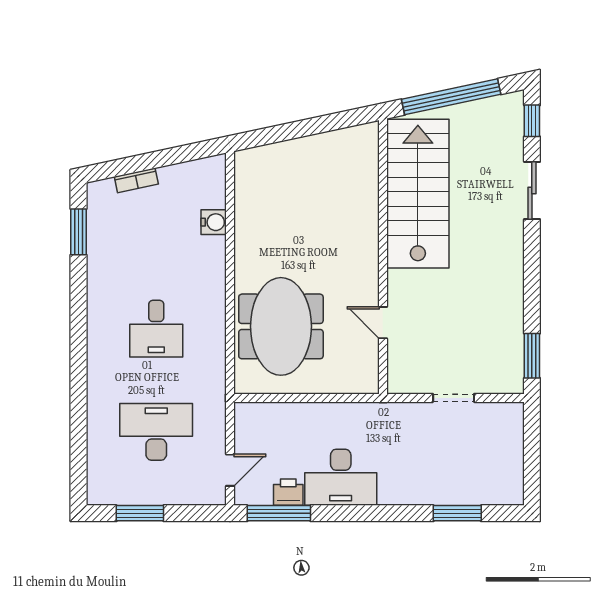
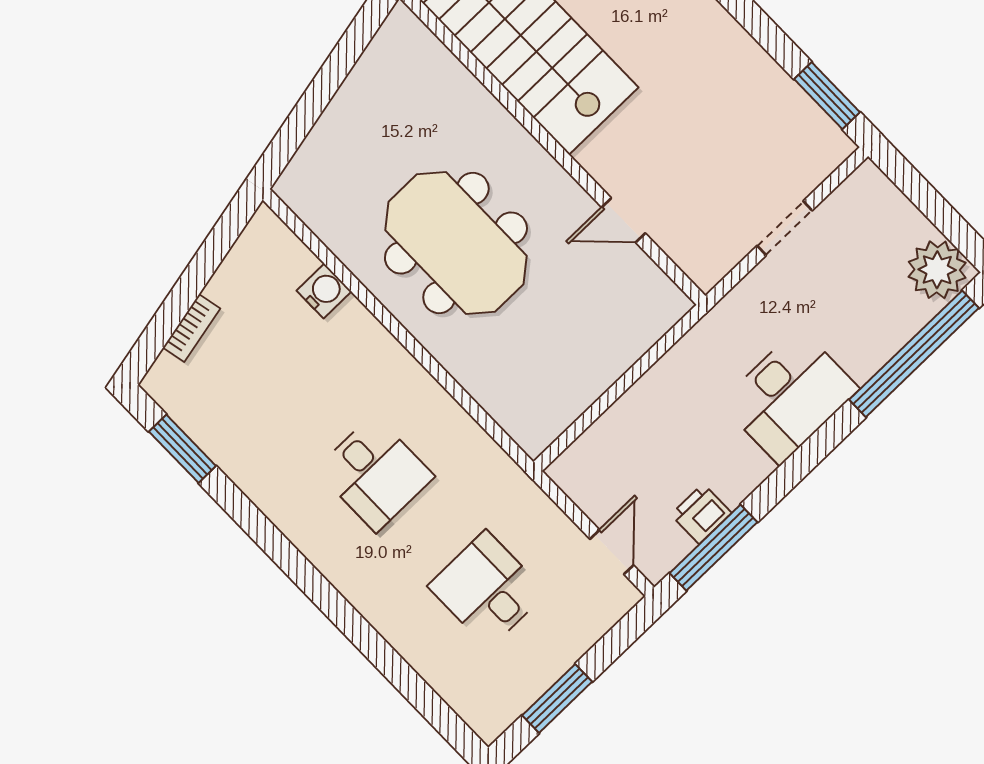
meeting table: (281, 326) -> (456, 243), moved
desk: (156, 432) -> (487, 589), width x0.73
desk: (341, 477) -> (790, 396), moved
plant: (505, 485) -> (937, 270), added
window: (457, 513) -> (914, 354), width x2.11

